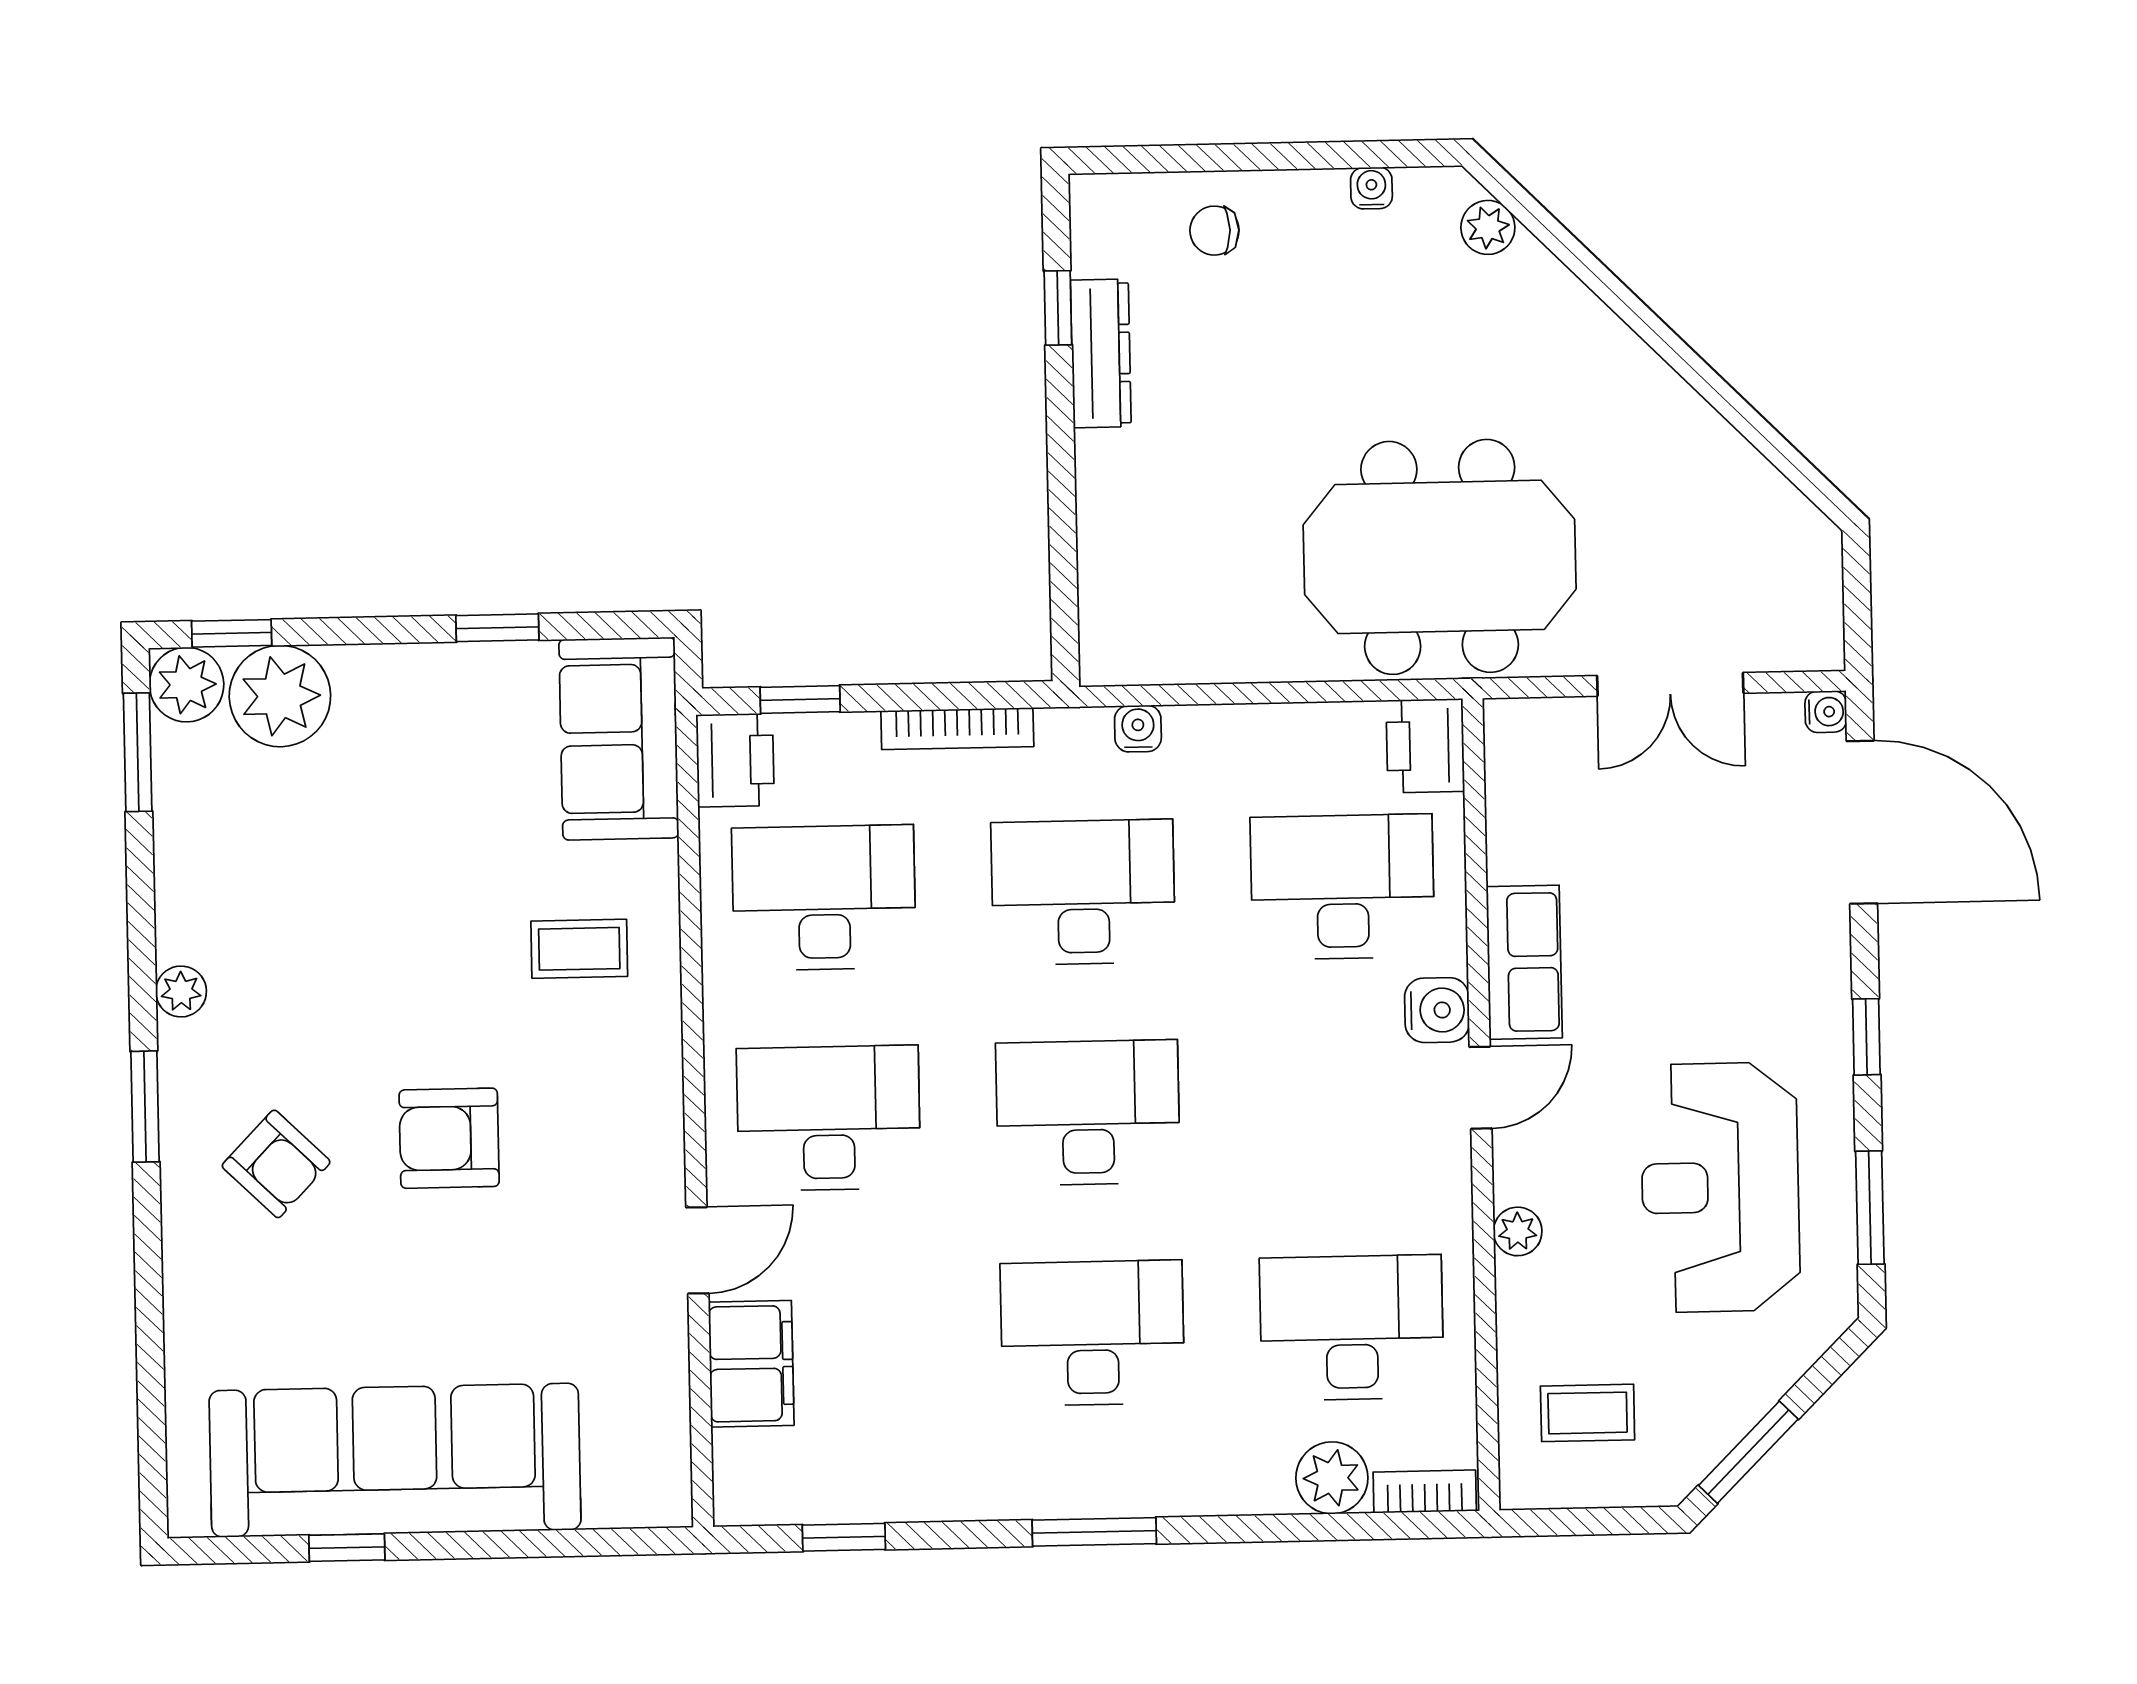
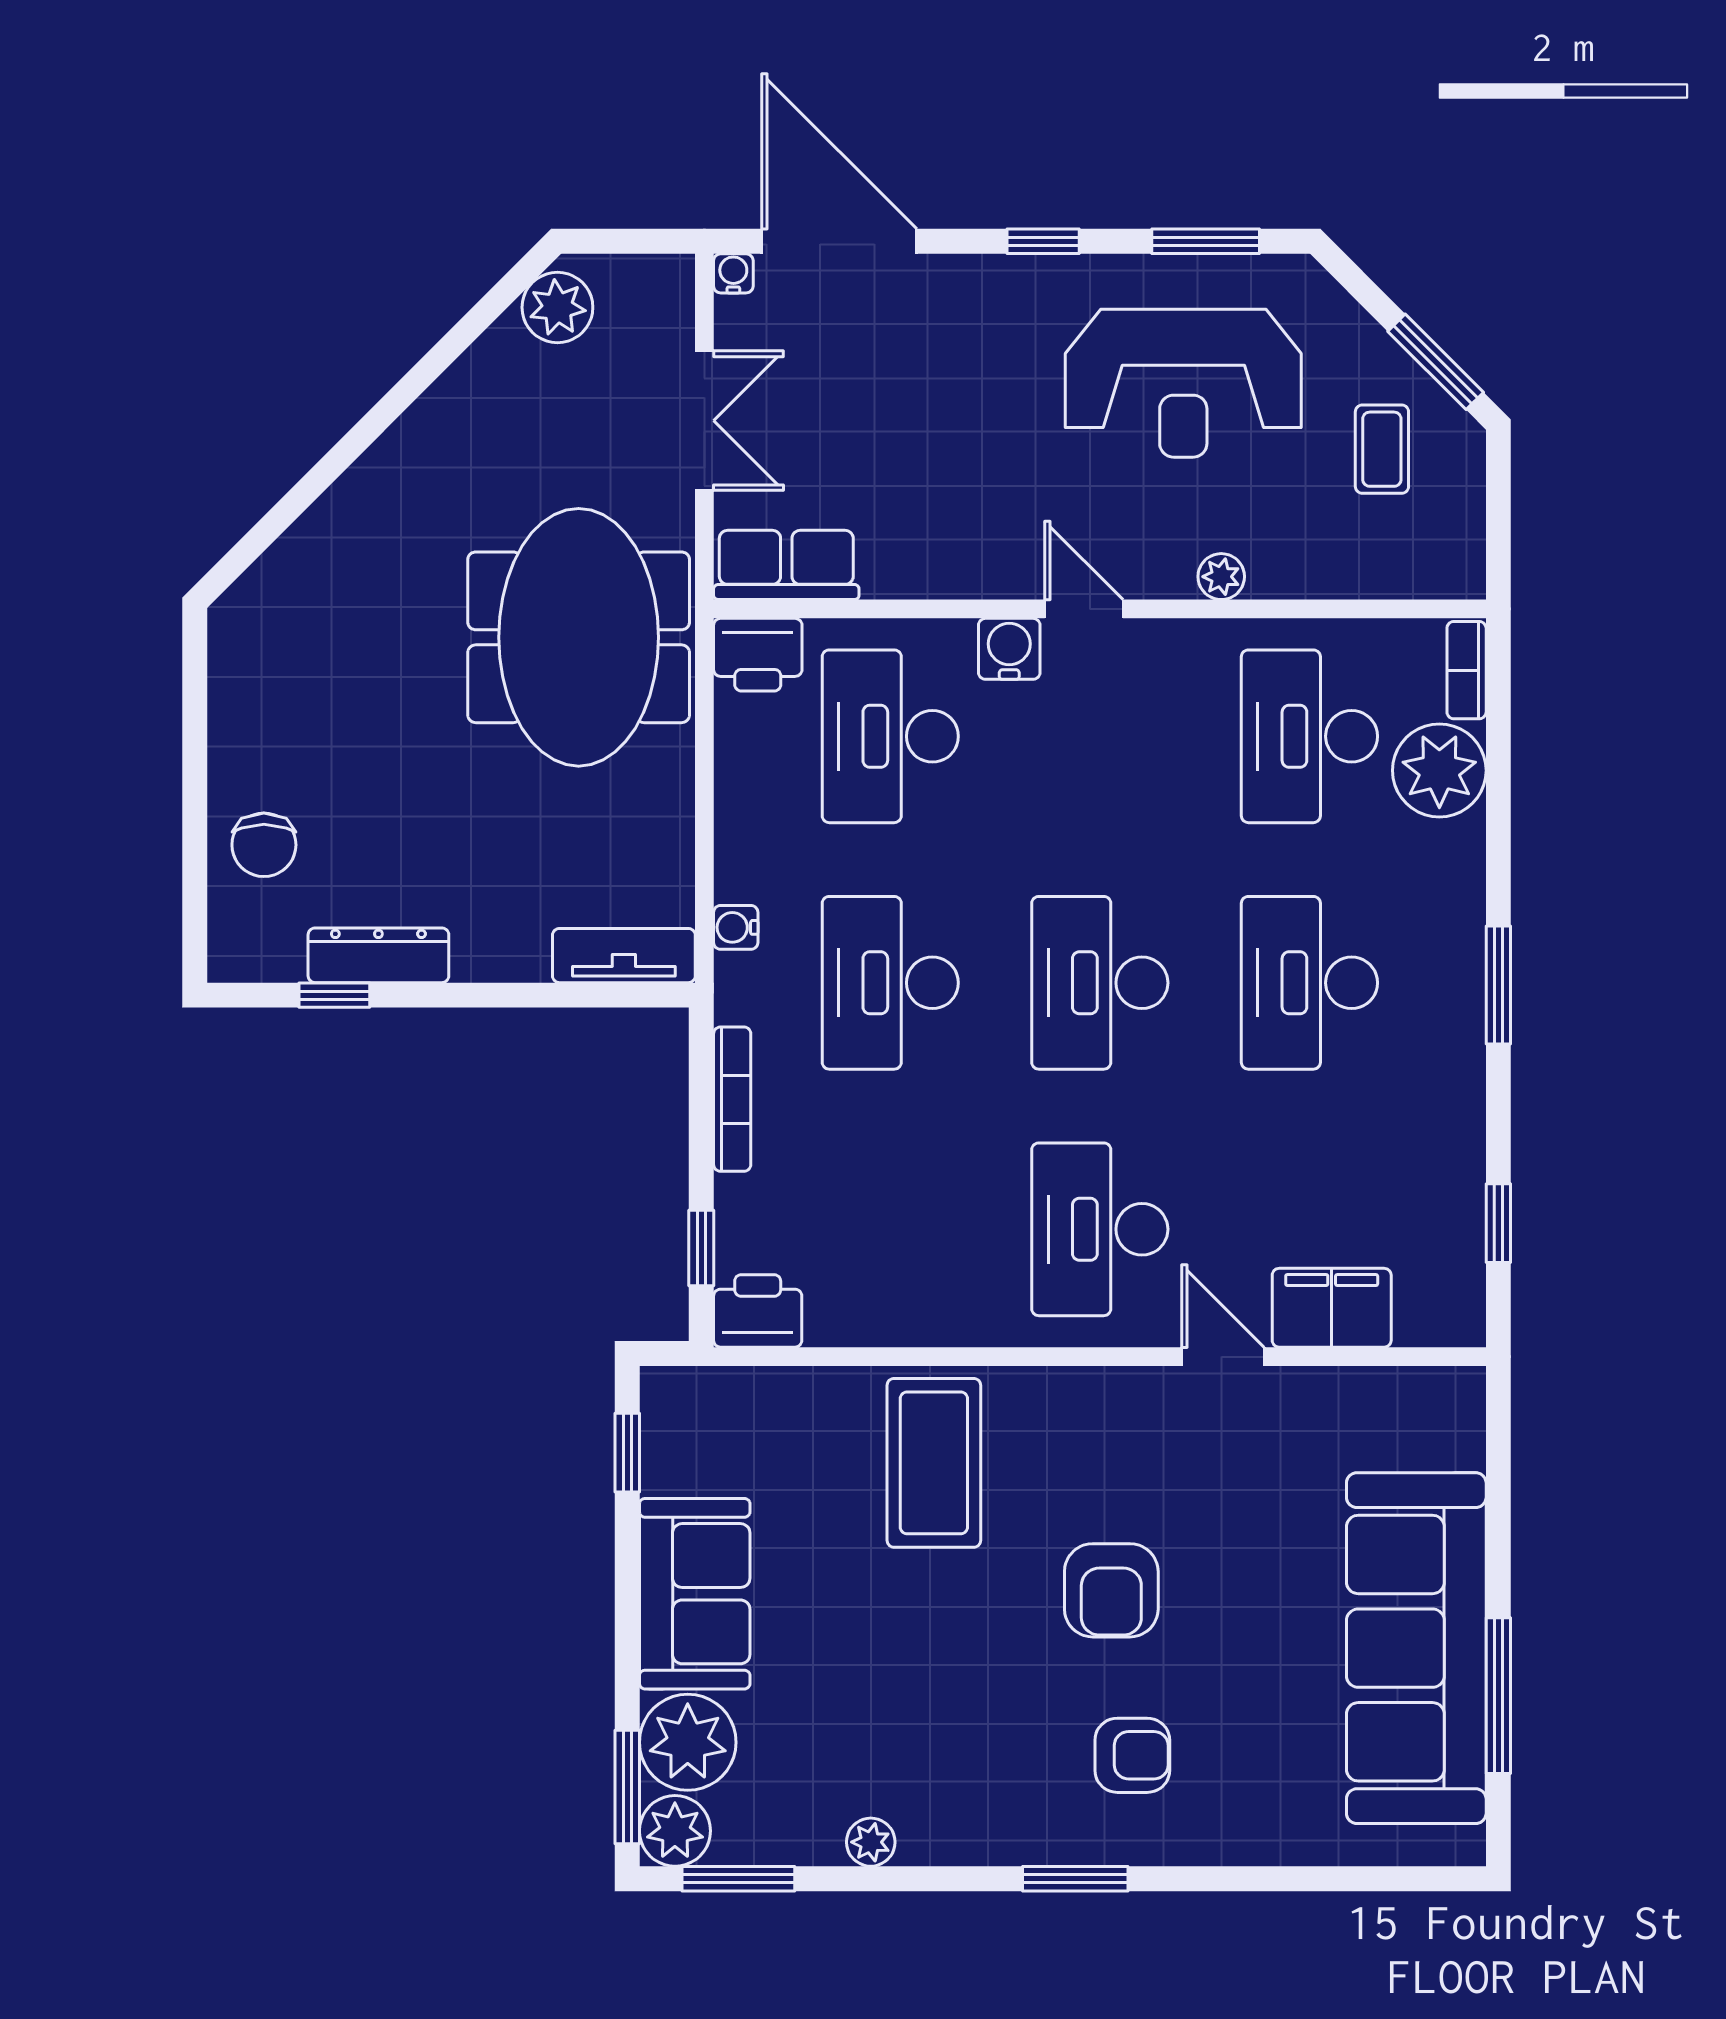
water cooler: (1371, 188) -> (227, 695), removed
plant: (1488, 227) -> (557, 307), moved, width x1.38, depth x1.38
chair: (1214, 231) -> (264, 845), width x1.37, depth x1.37
tv unit: (1106, 612) -> (624, 956), added
window: (497, 628) -> (627, 1453), moved
window: (232, 633) -> (627, 1787), width x1.50
sofa: (619, 739) -> (695, 1594), moved, turned -90
door: (1862, 822) -> (839, 241), hinge flipped
desk: (824, 898) -> (890, 1229), removed
coffee table: (579, 949) -> (934, 1463), width x1.86, depth x1.72
row of seats: (1524, 962) -> (786, 565), moved
plant: (181, 991) -> (871, 1842), moved
armchair: (276, 1164) -> (1132, 1755), turned 46
coffee table: (1588, 1413) -> (1382, 449), moved
plant: (1332, 1478) -> (1439, 770), width x1.36, depth x1.36
window: (347, 1548) -> (1498, 1696), width x2.17

